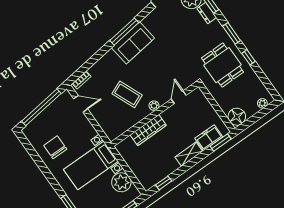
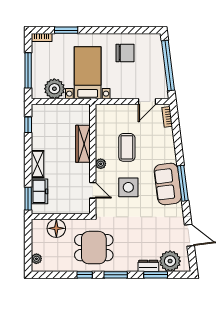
side table: (157, 71) -> (128, 187), added
coffee table: (127, 94) -> (127, 147), turned -67
floor lamp: (237, 117) -> (56, 228), moved

